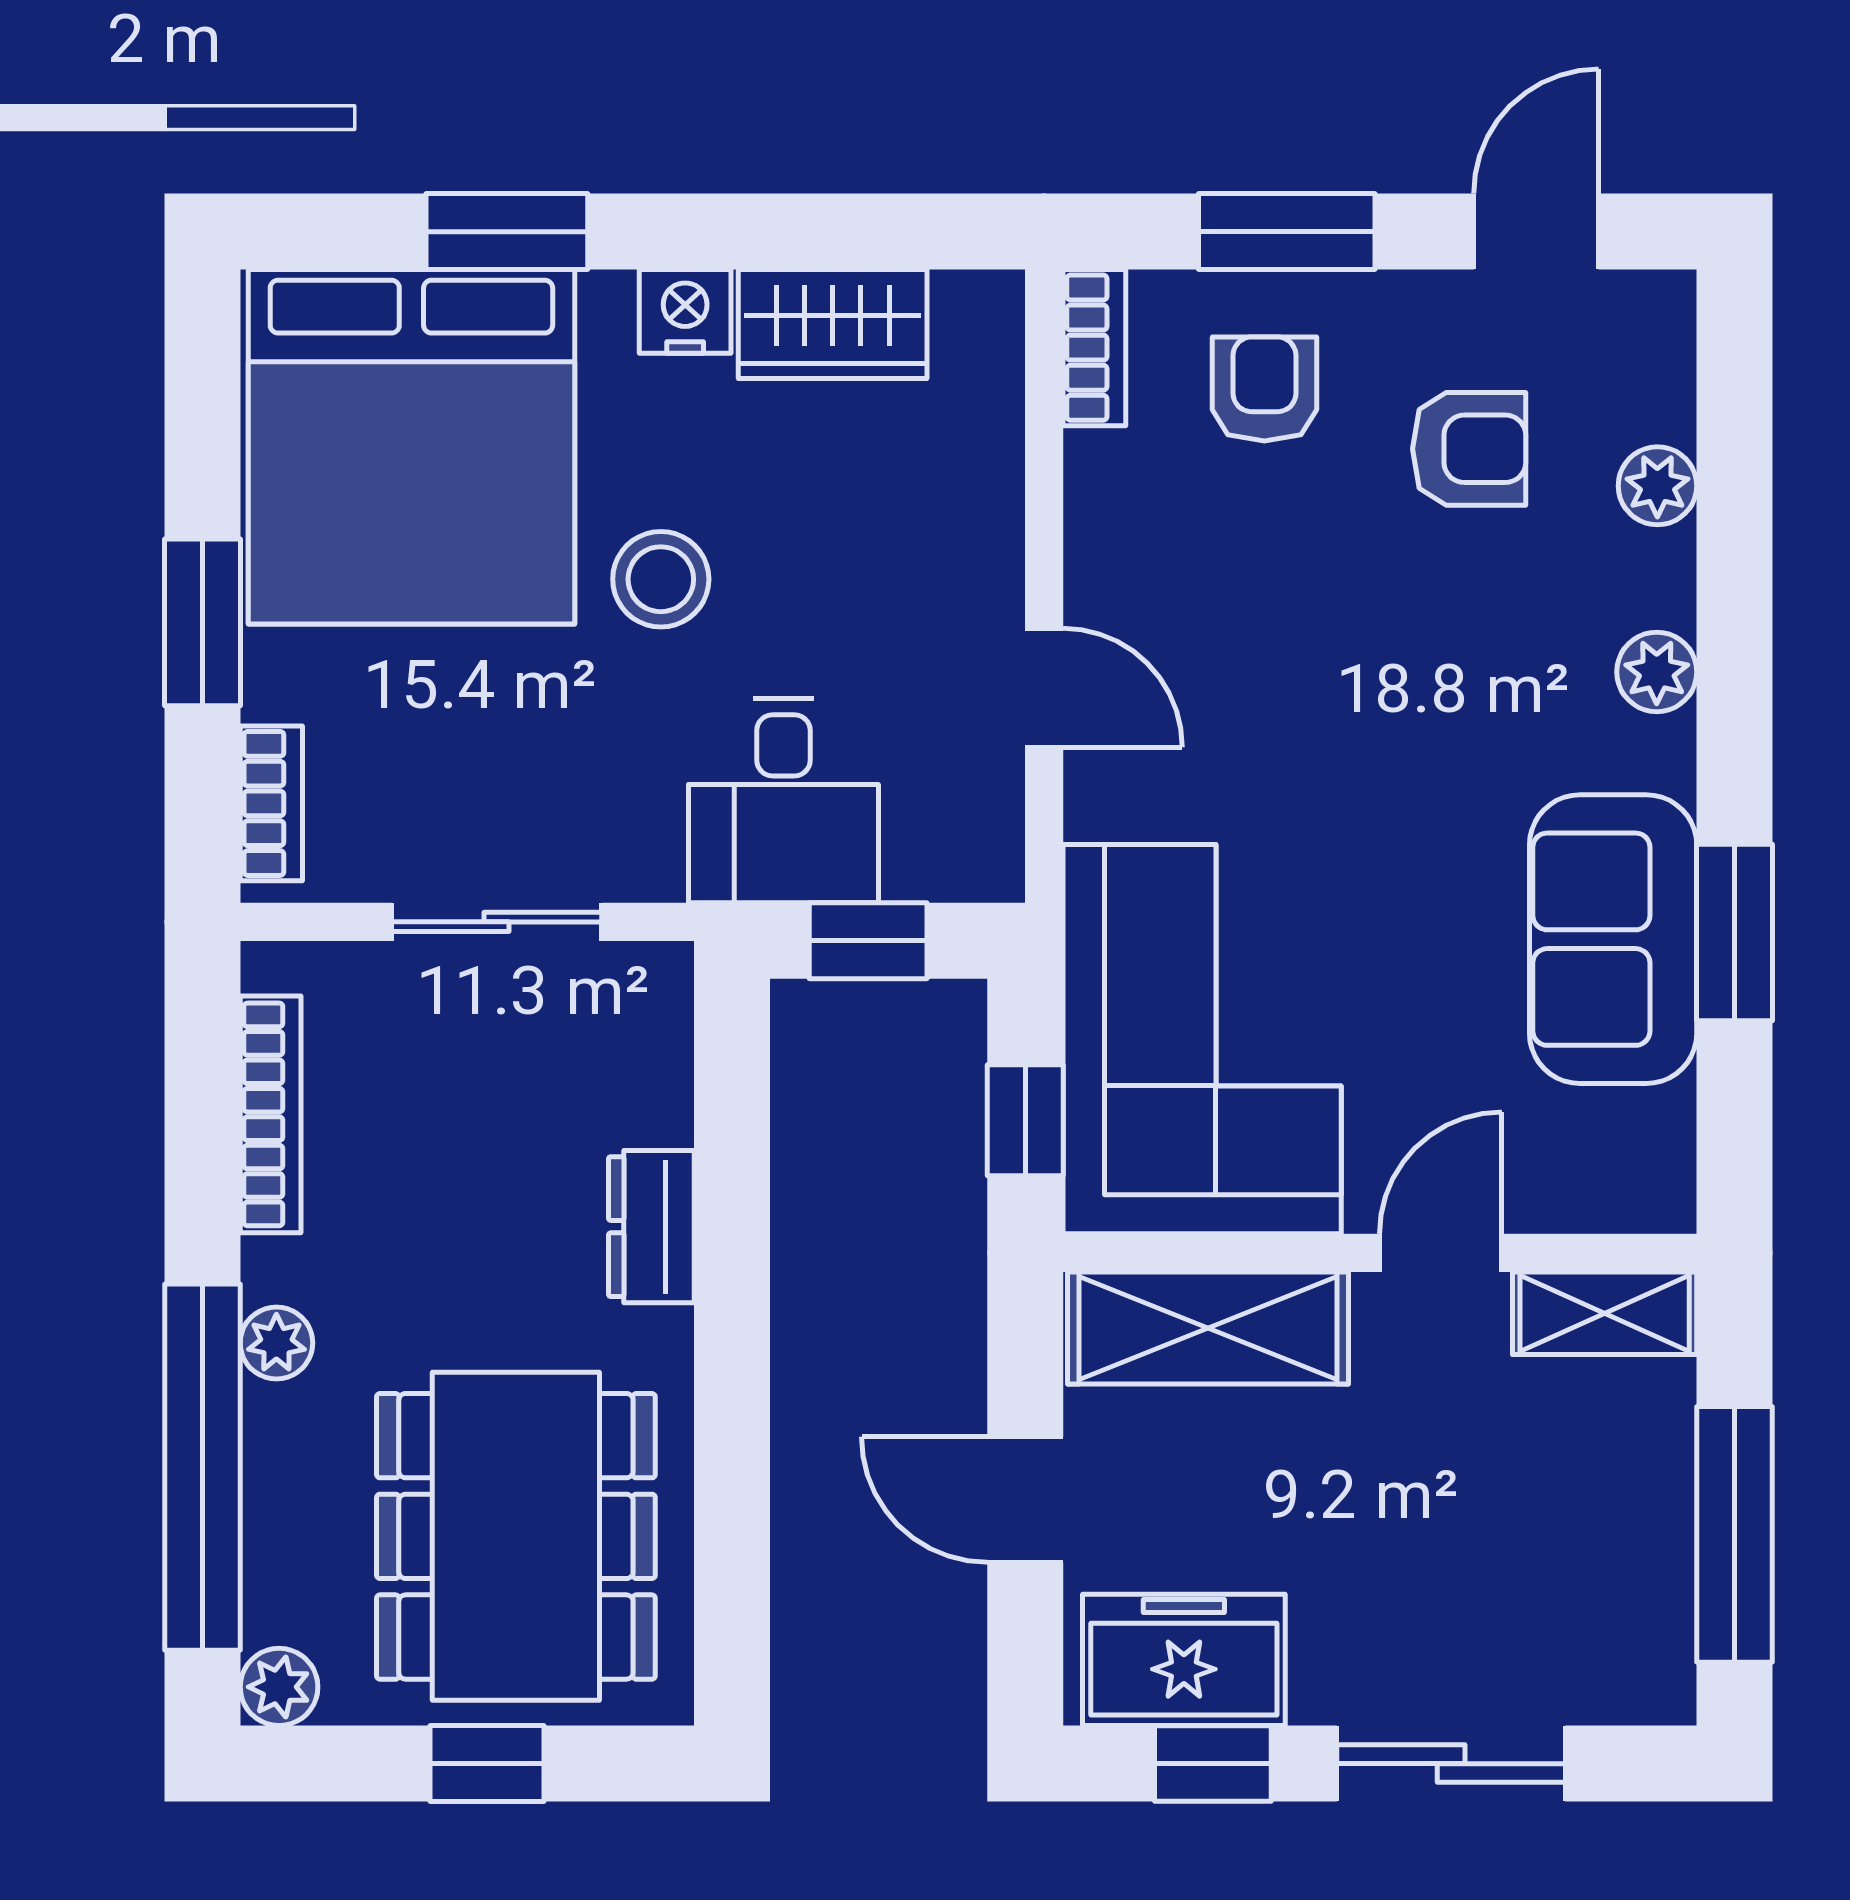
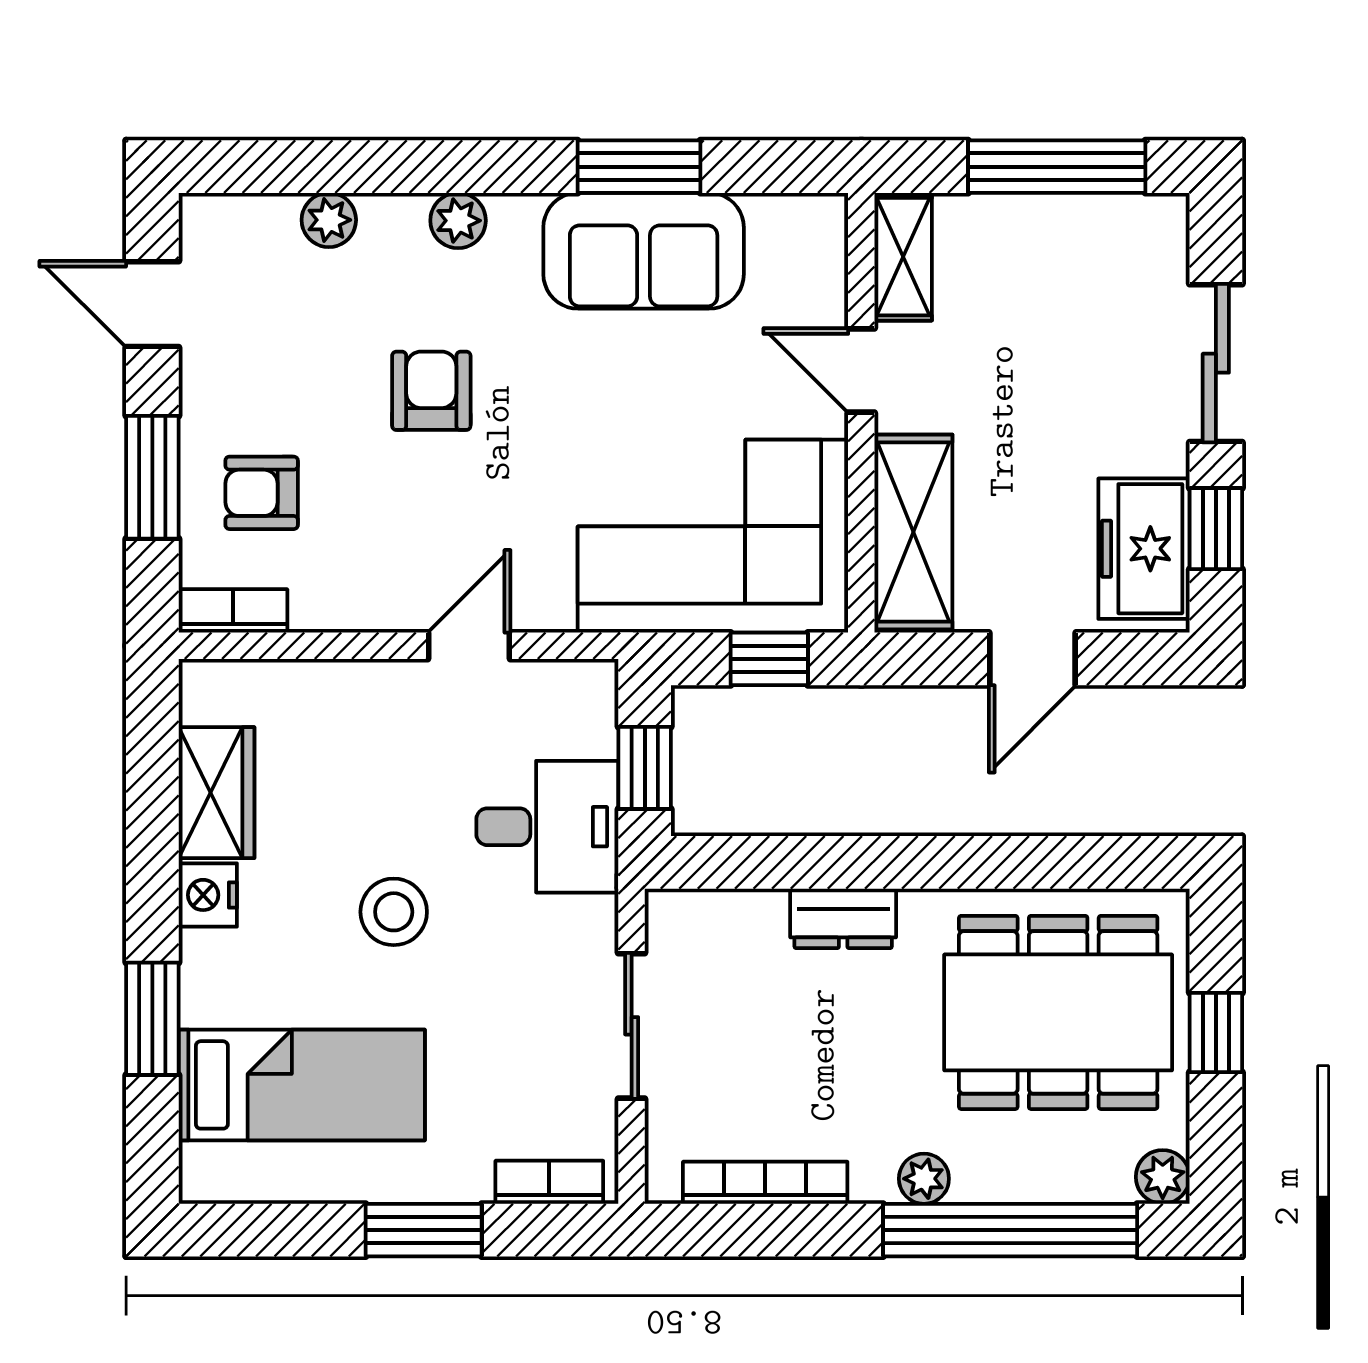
bed: (411, 447) -> (302, 1085), width x0.49
armchair: (1469, 449) -> (431, 391), moved

